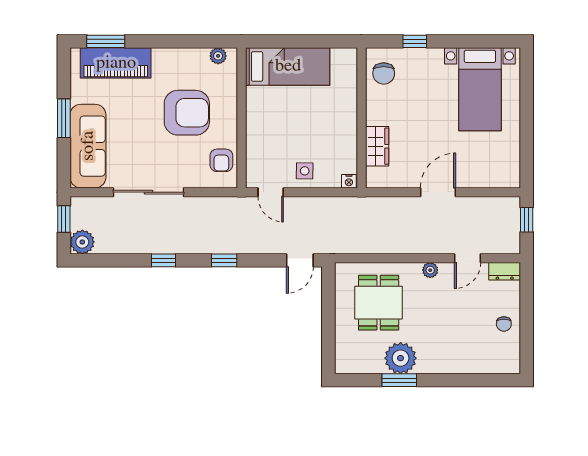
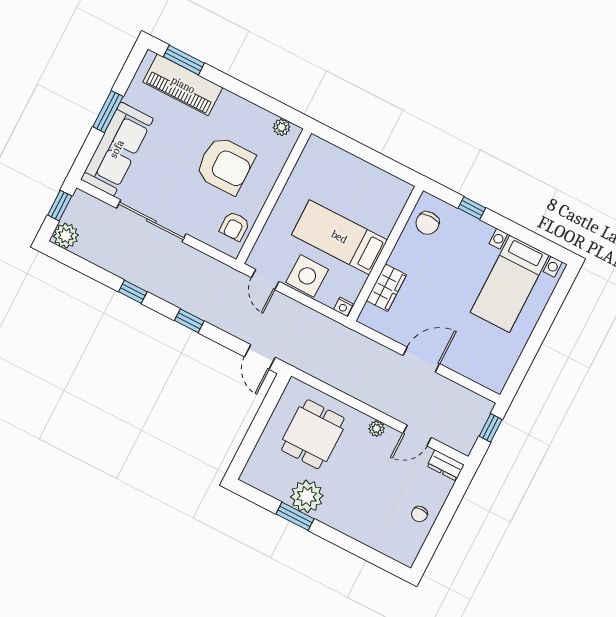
bed: (288, 66) -> (339, 237), moved, turned 180
side table: (305, 171) -> (307, 276), width x1.87, depth x1.87
door: (300, 260) -> (260, 357), hinge flipped

